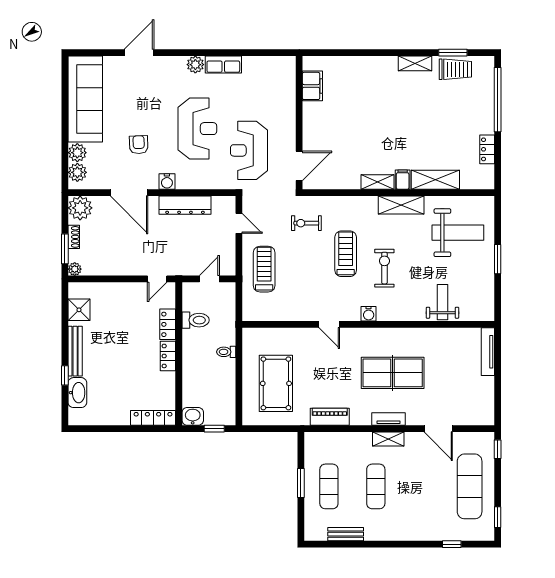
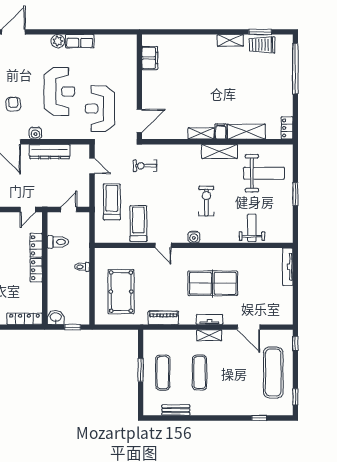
trolley: (455, 69) -> (262, 45), turned 180
locker: (487, 149) -> (287, 128), moved
treadmill: (346, 254) -> (138, 223), moved

